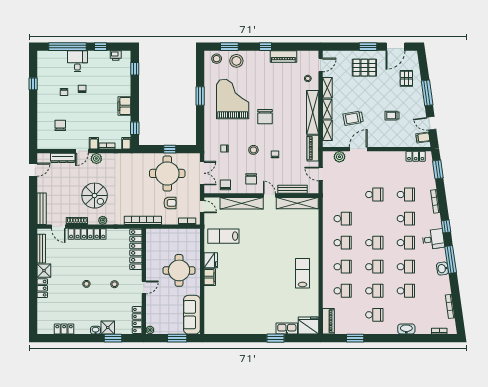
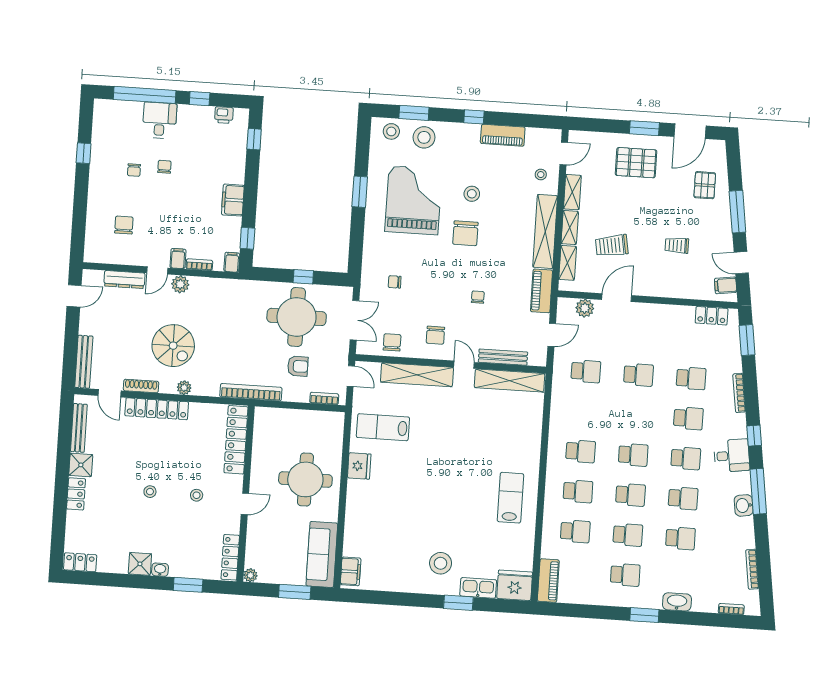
stool: (253, 150) -> (472, 194), moved
door: (321, 174) -> (552, 335), swing flipped
school desk: (343, 219) -> (586, 371), moved
filing cabinet: (210, 277) -> (351, 571), moved
stool: (263, 315) -> (441, 563), added
shower: (108, 328) -> (140, 564), moved
locker: (64, 329) -> (80, 562), moved
window: (355, 338) -> (644, 615), moved

